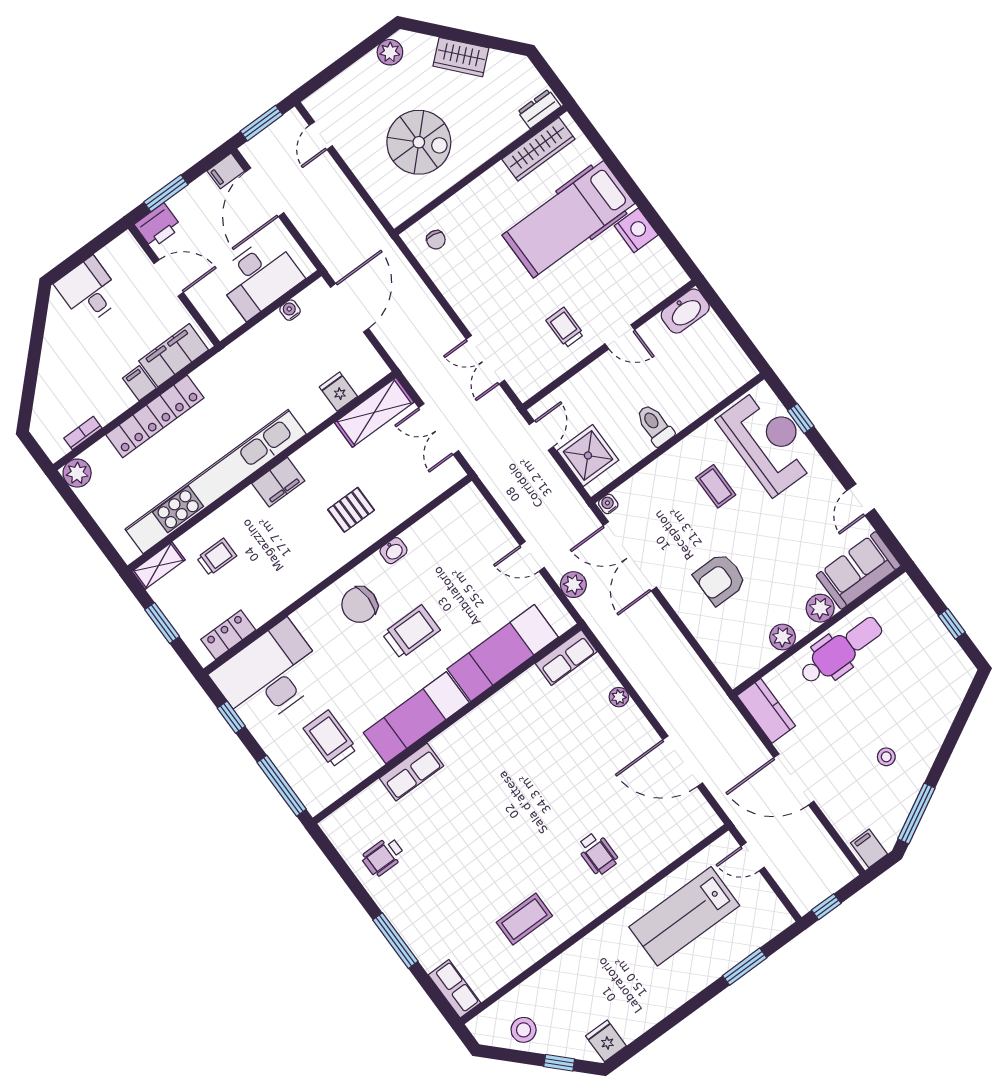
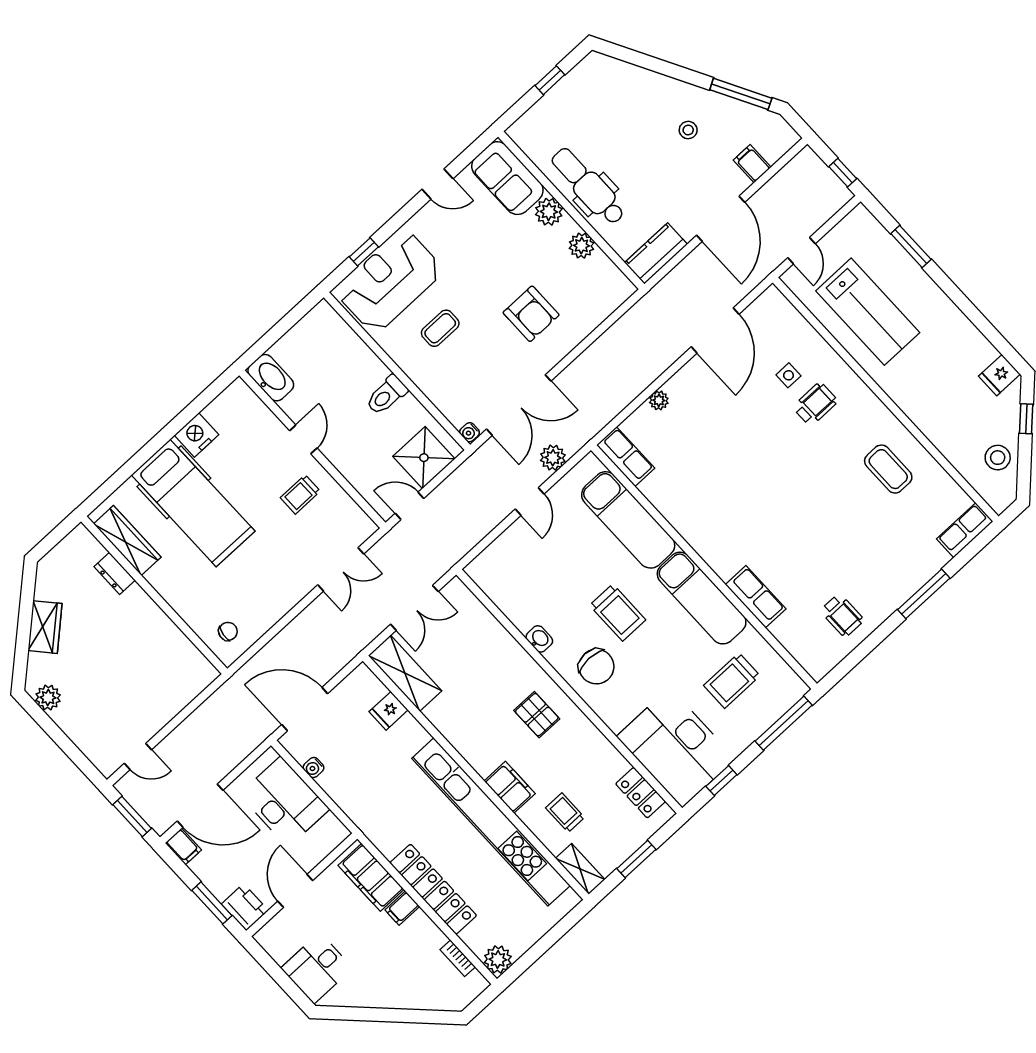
dresser: (539, 109) -> (115, 573), moved
spiral stairs: (419, 142) -> (134, 659), removed
filing cabinet: (278, 482) -> (510, 787), moved
pallet: (351, 510) -> (537, 715), moved
trolley: (411, 632) -> (618, 612), turned 180
side table: (629, 830) -> (788, 375), added
filing cabinet: (869, 848) -> (752, 164), moved, turned 90

